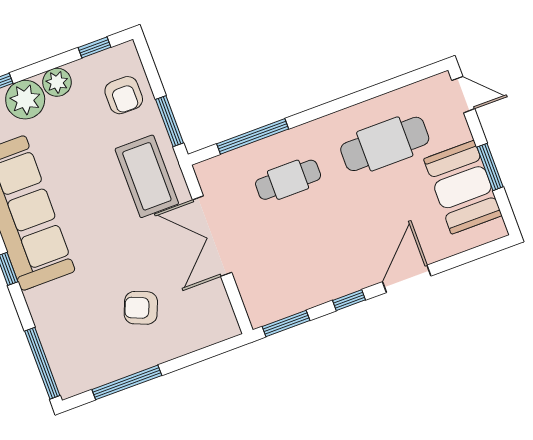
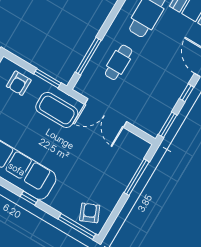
armchair: (124, 95) -> (19, 83), turned 90
armchair: (141, 308) -> (90, 213), moved, turned 135
window: (127, 382) -> (137, 177), moved

